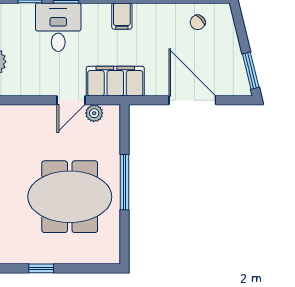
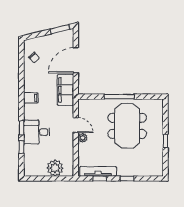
filing cabinet: (115, 81) -> (65, 90), moved
plant: (94, 113) -> (83, 138), moved

